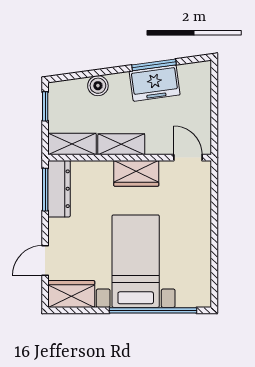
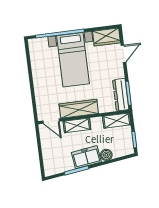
freezer: (155, 83) -> (86, 157), moved
shelving: (121, 144) -> (77, 125), moved
wardrobe: (136, 173) -> (79, 109), width x1.50

